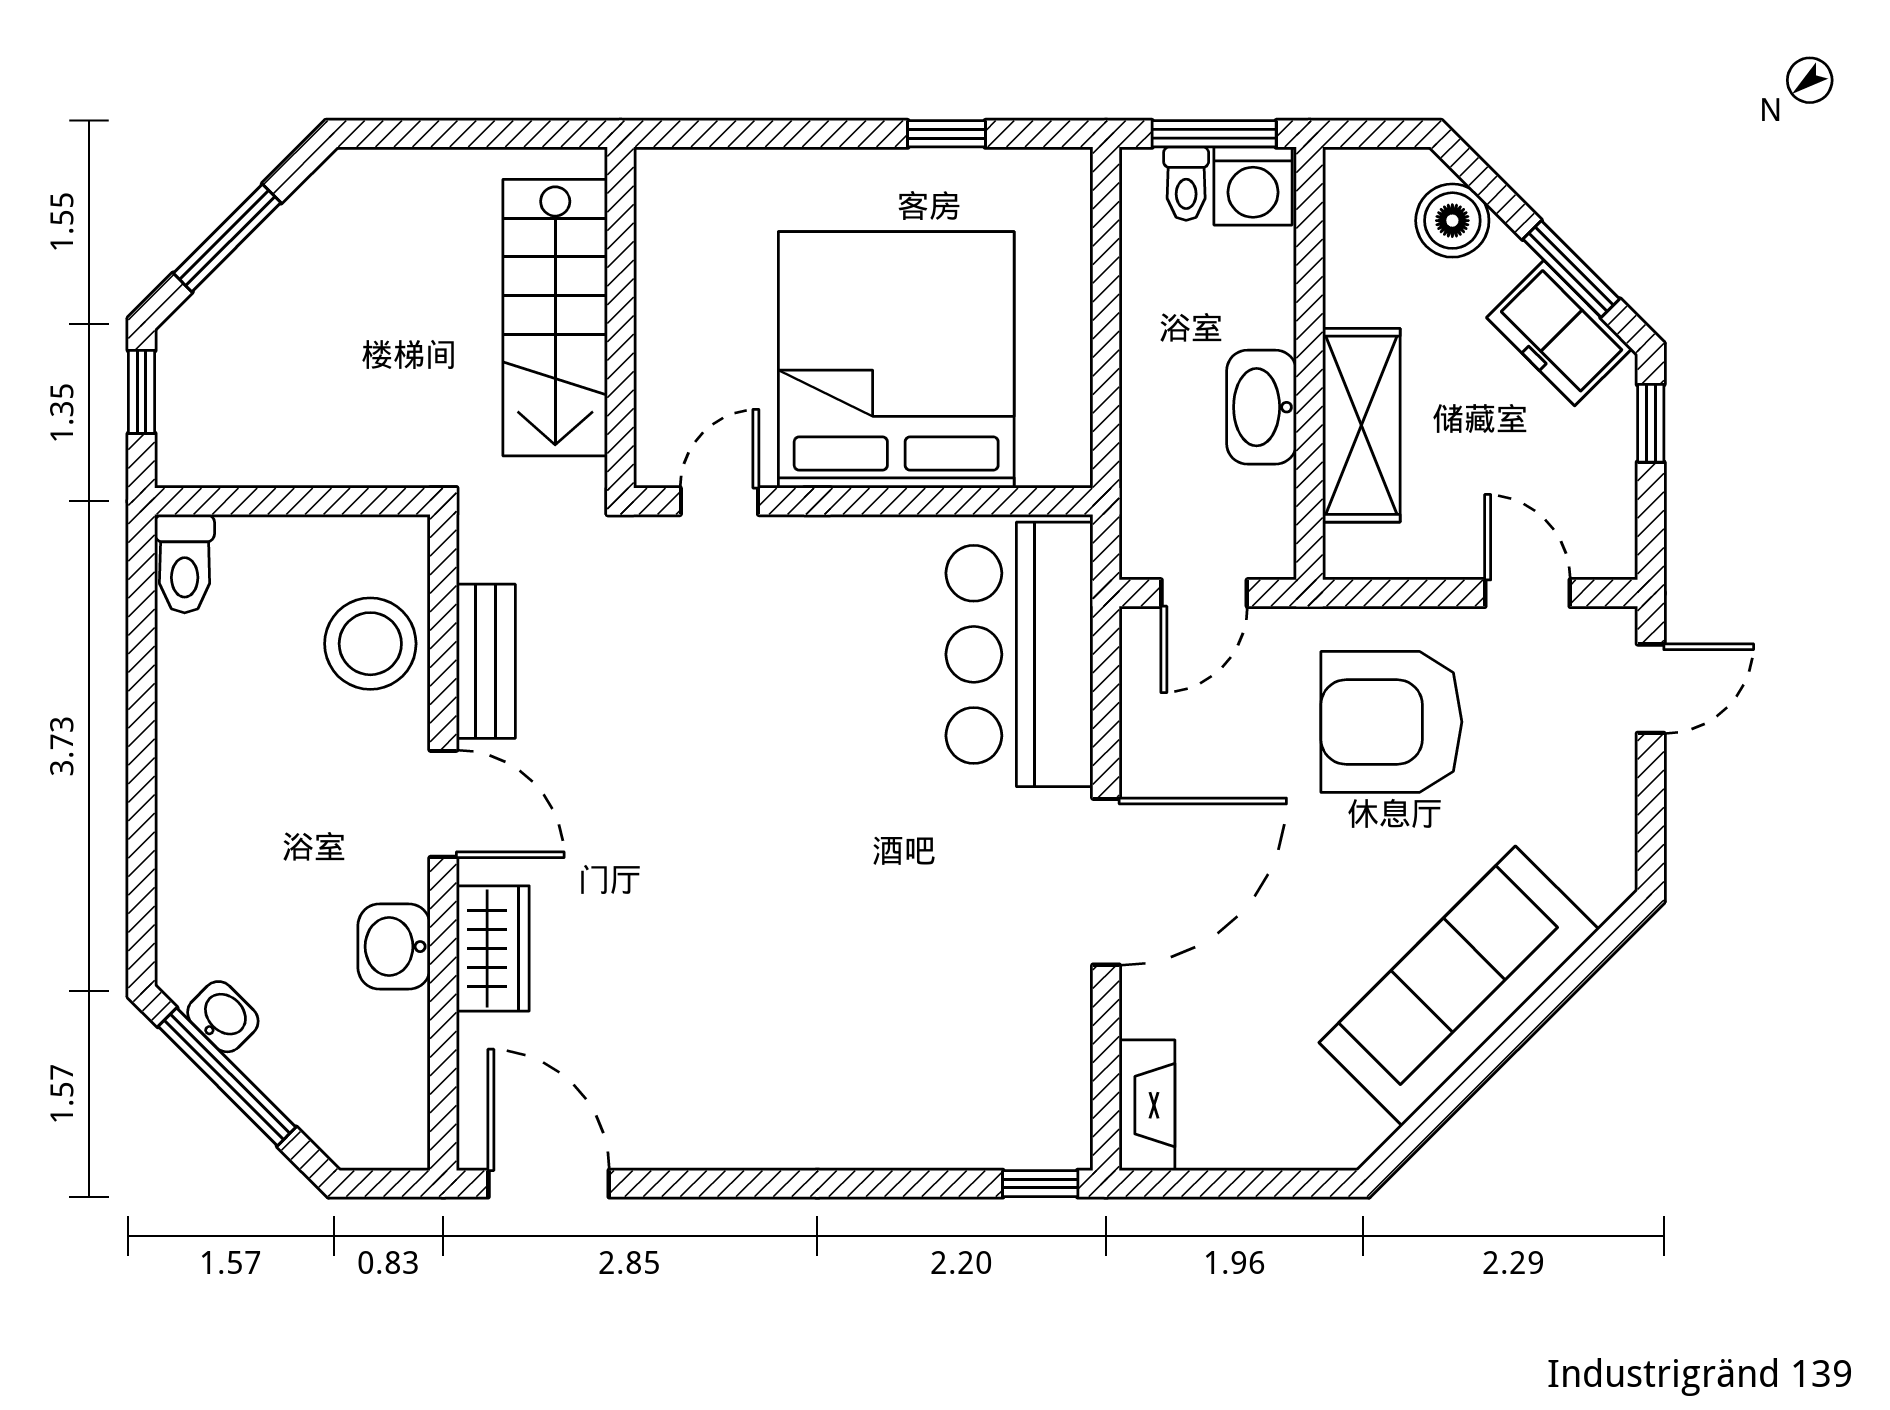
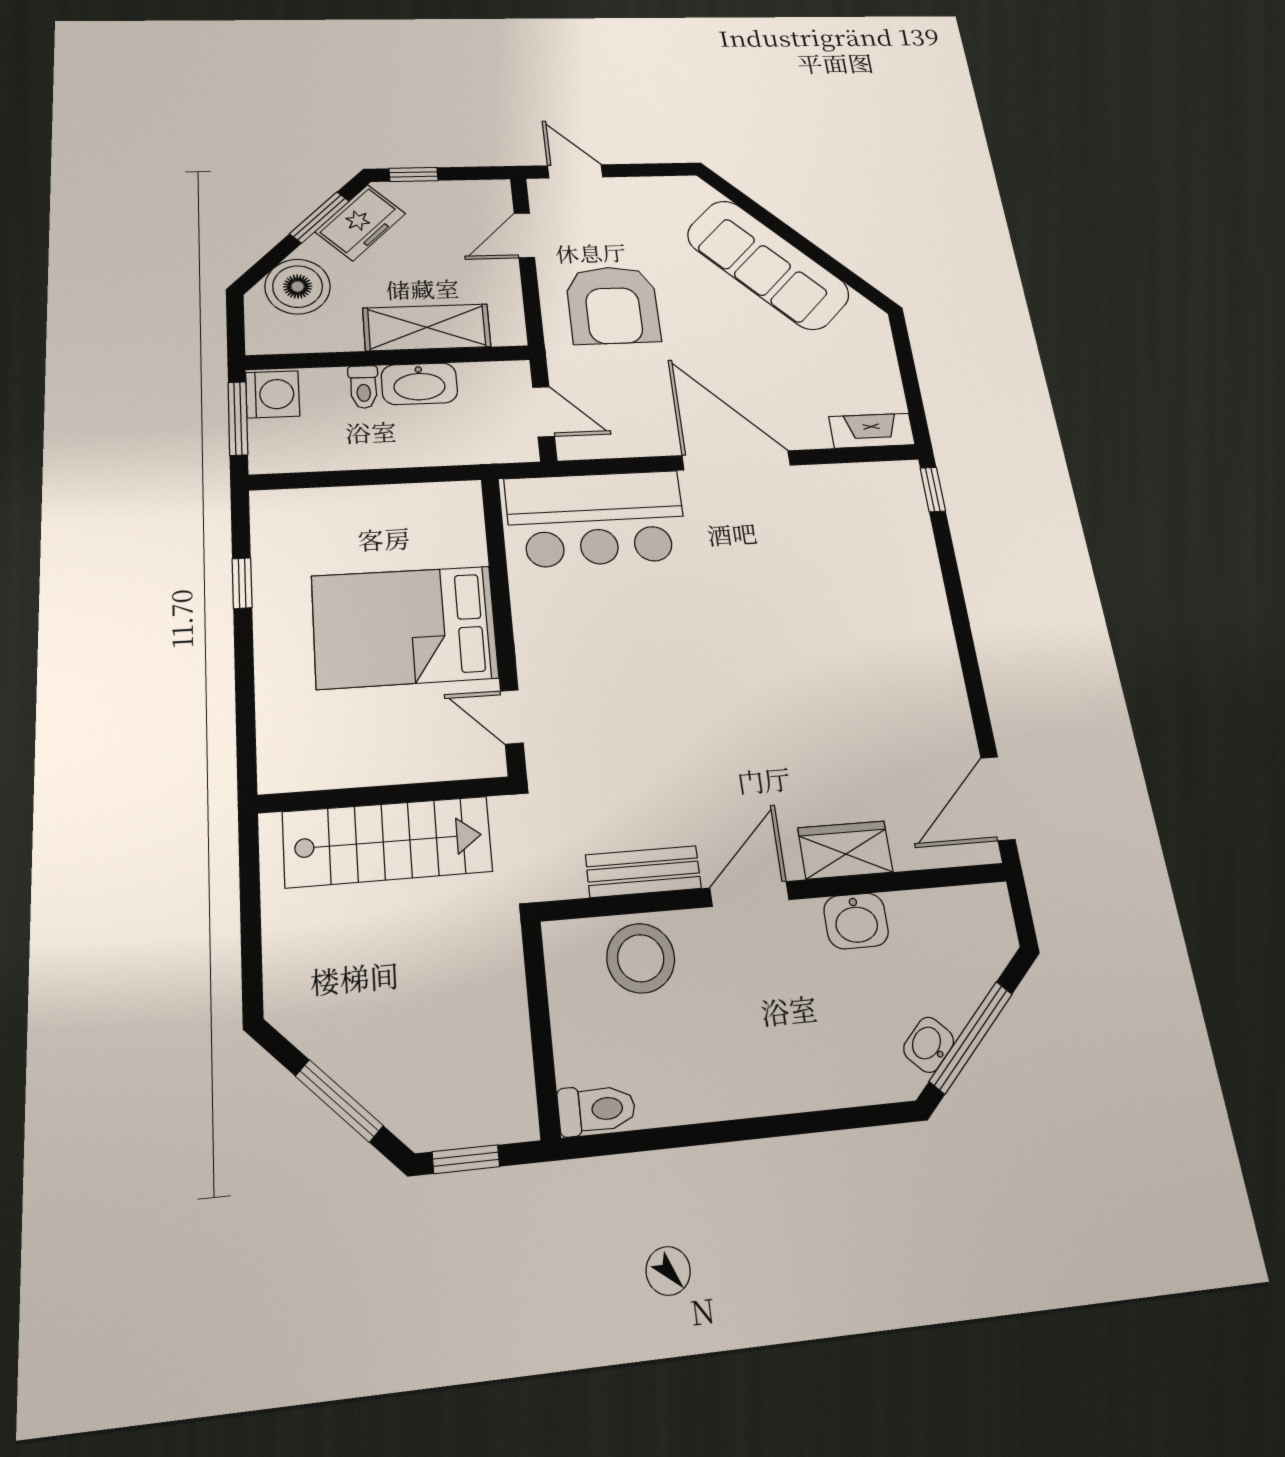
toilet: (1186, 184) -> (363, 387), moved, turned 90
boiler: (1452, 221) -> (298, 287), width x1.37, depth x1.37
bed: (896, 360) -> (404, 627), width x0.73

